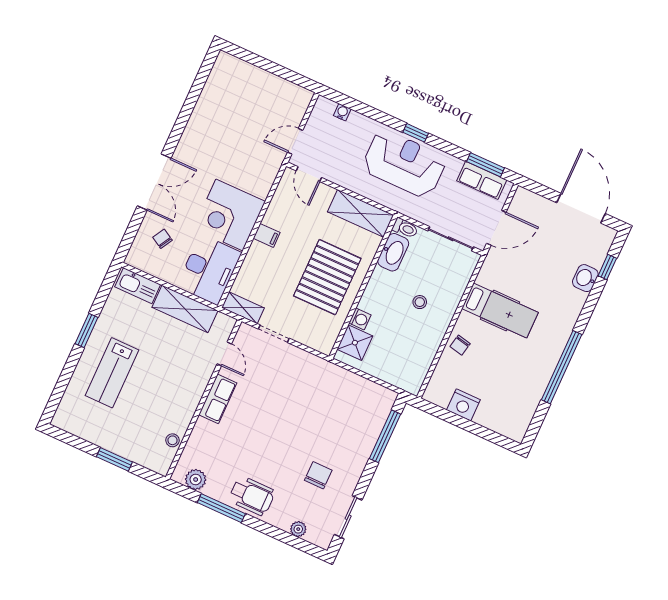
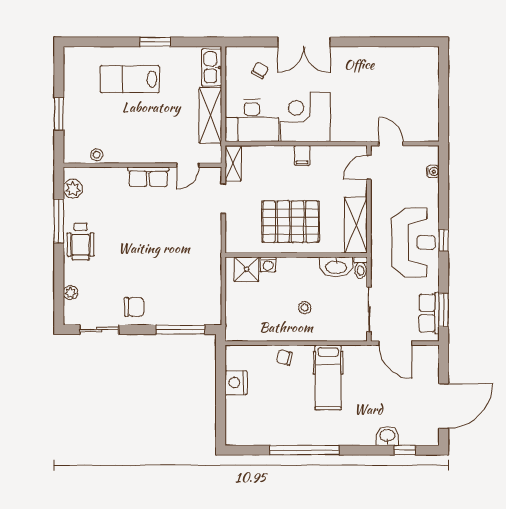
chair: (318, 475) -> (134, 307), moved

